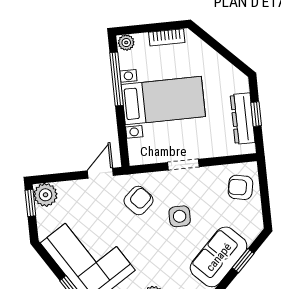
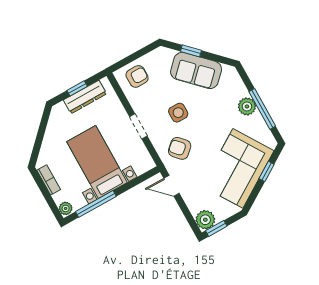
armchair: (240, 187) -> (137, 76), turned -101

